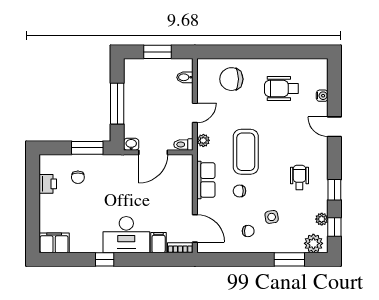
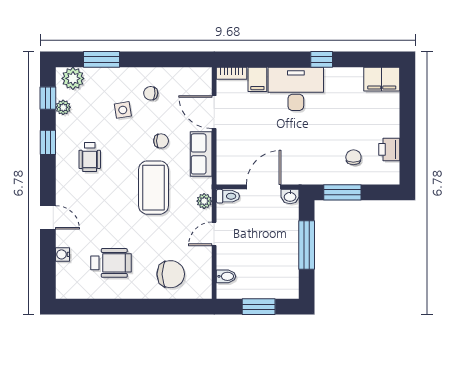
door: (195, 228) -> (214, 112), moved

